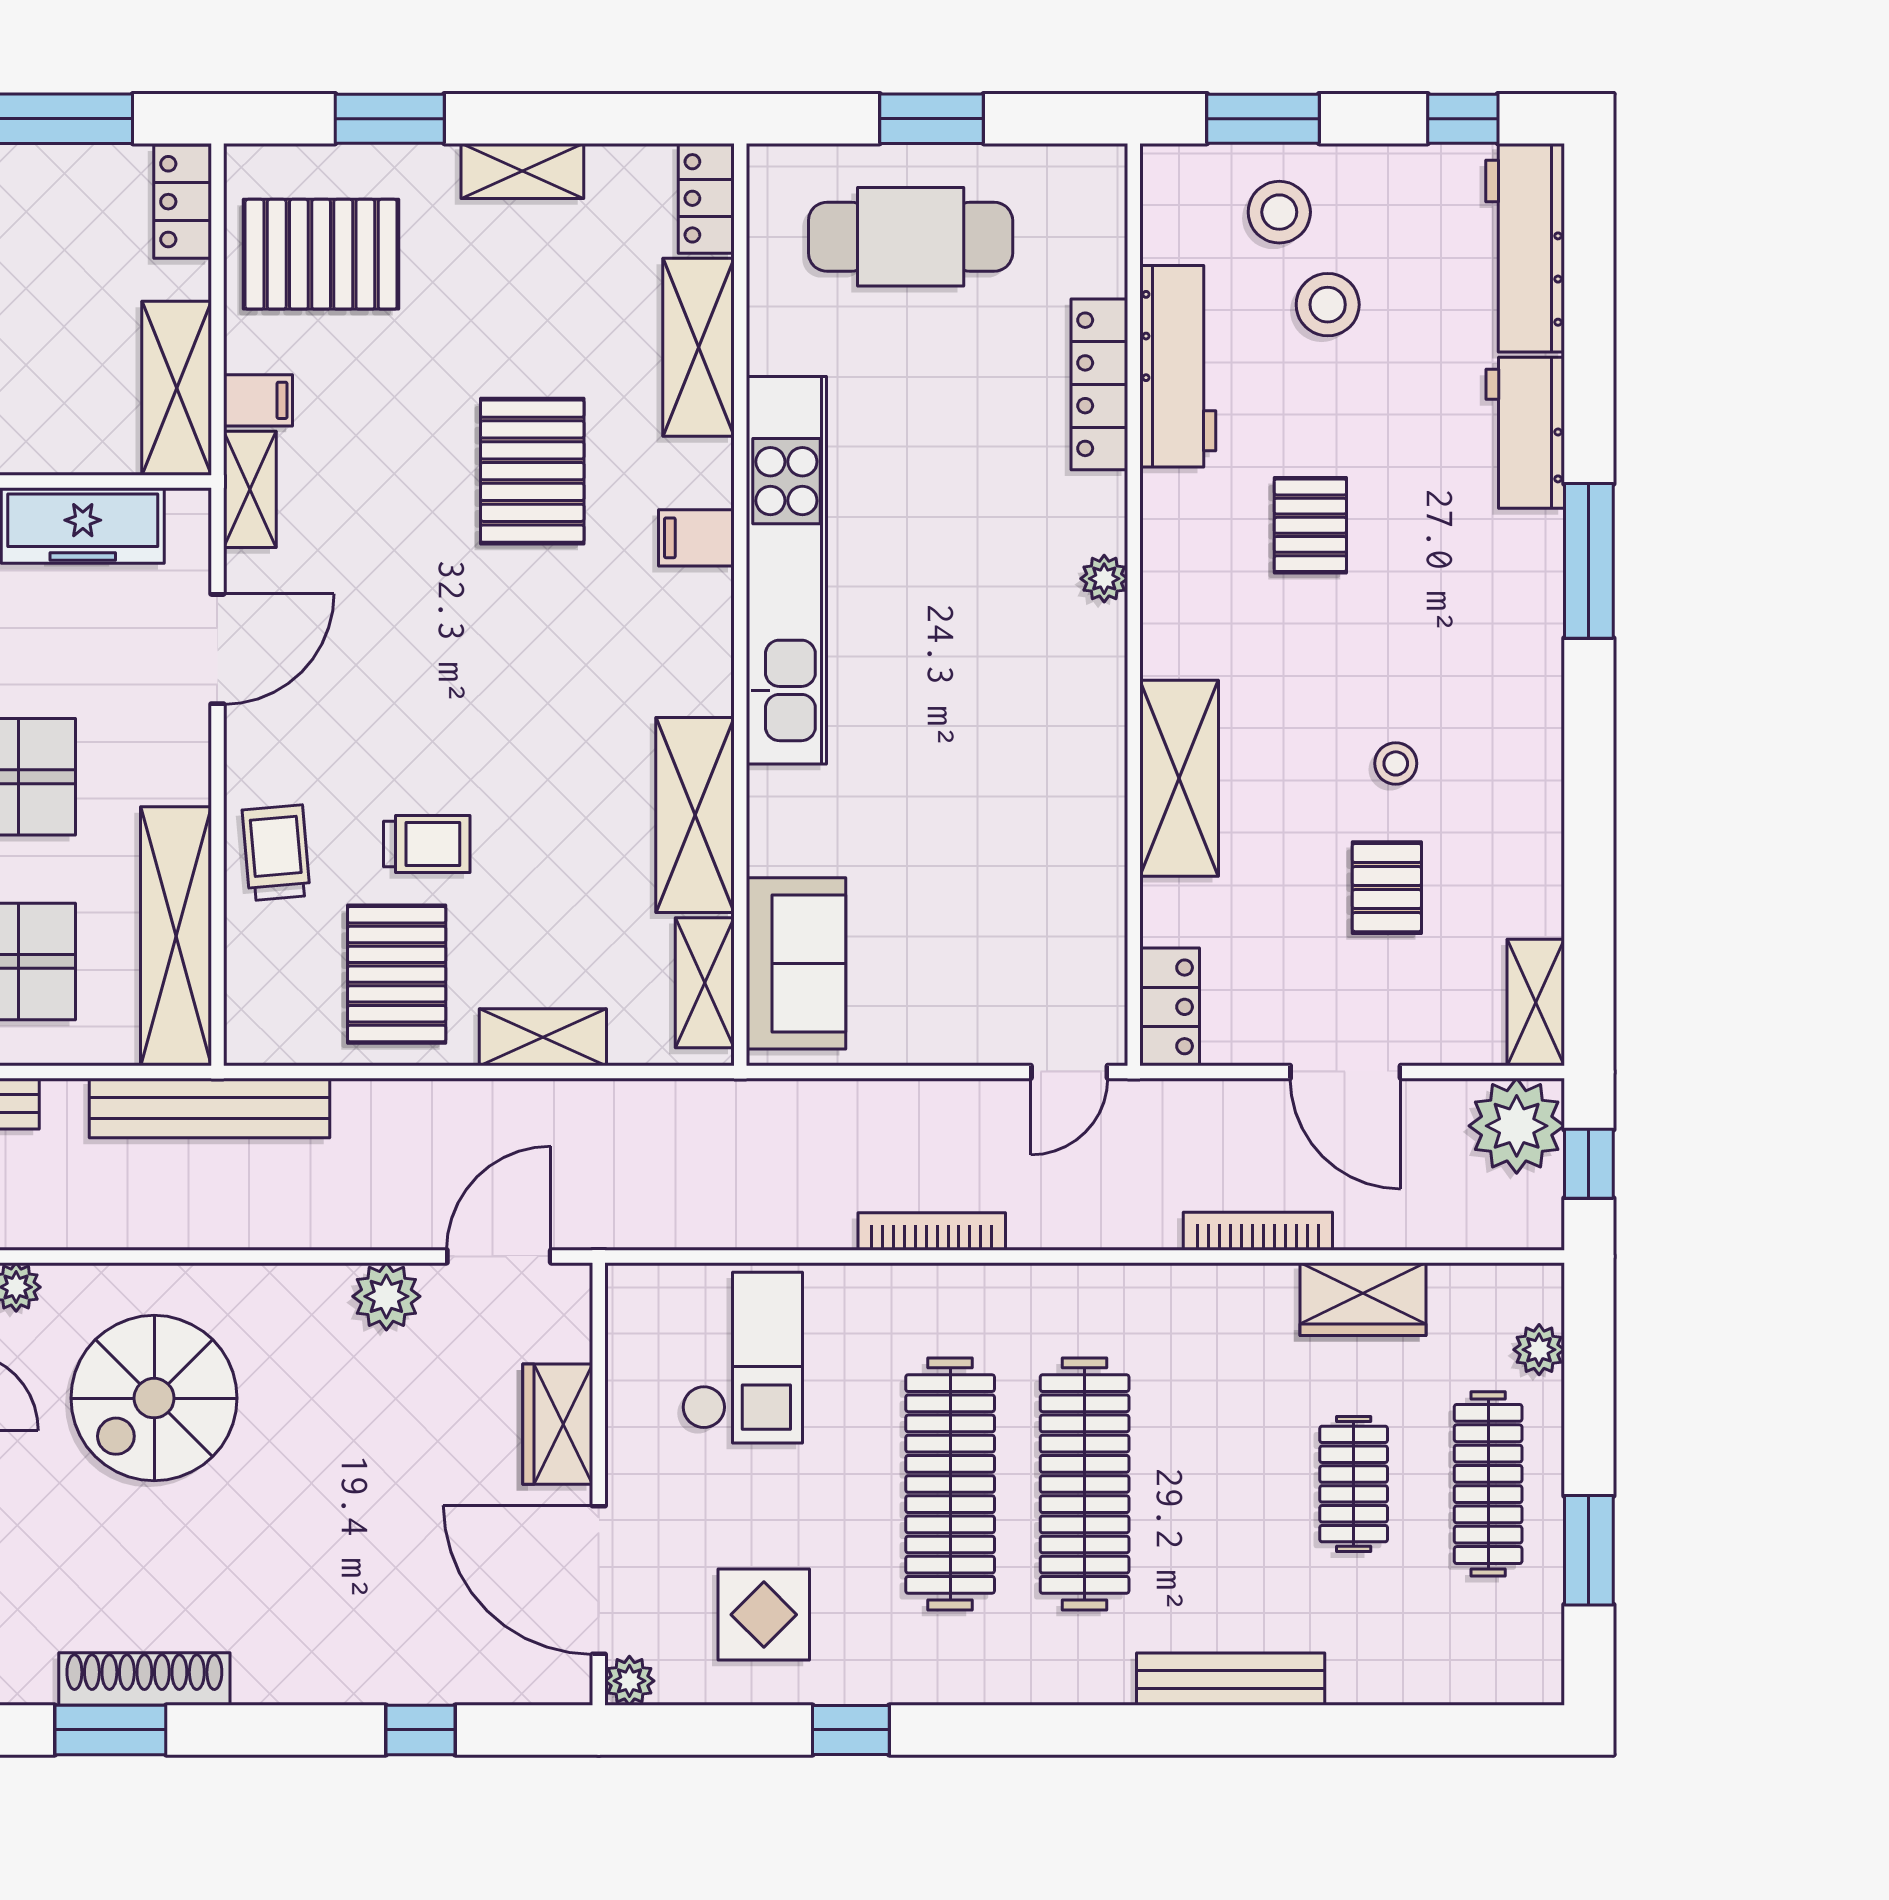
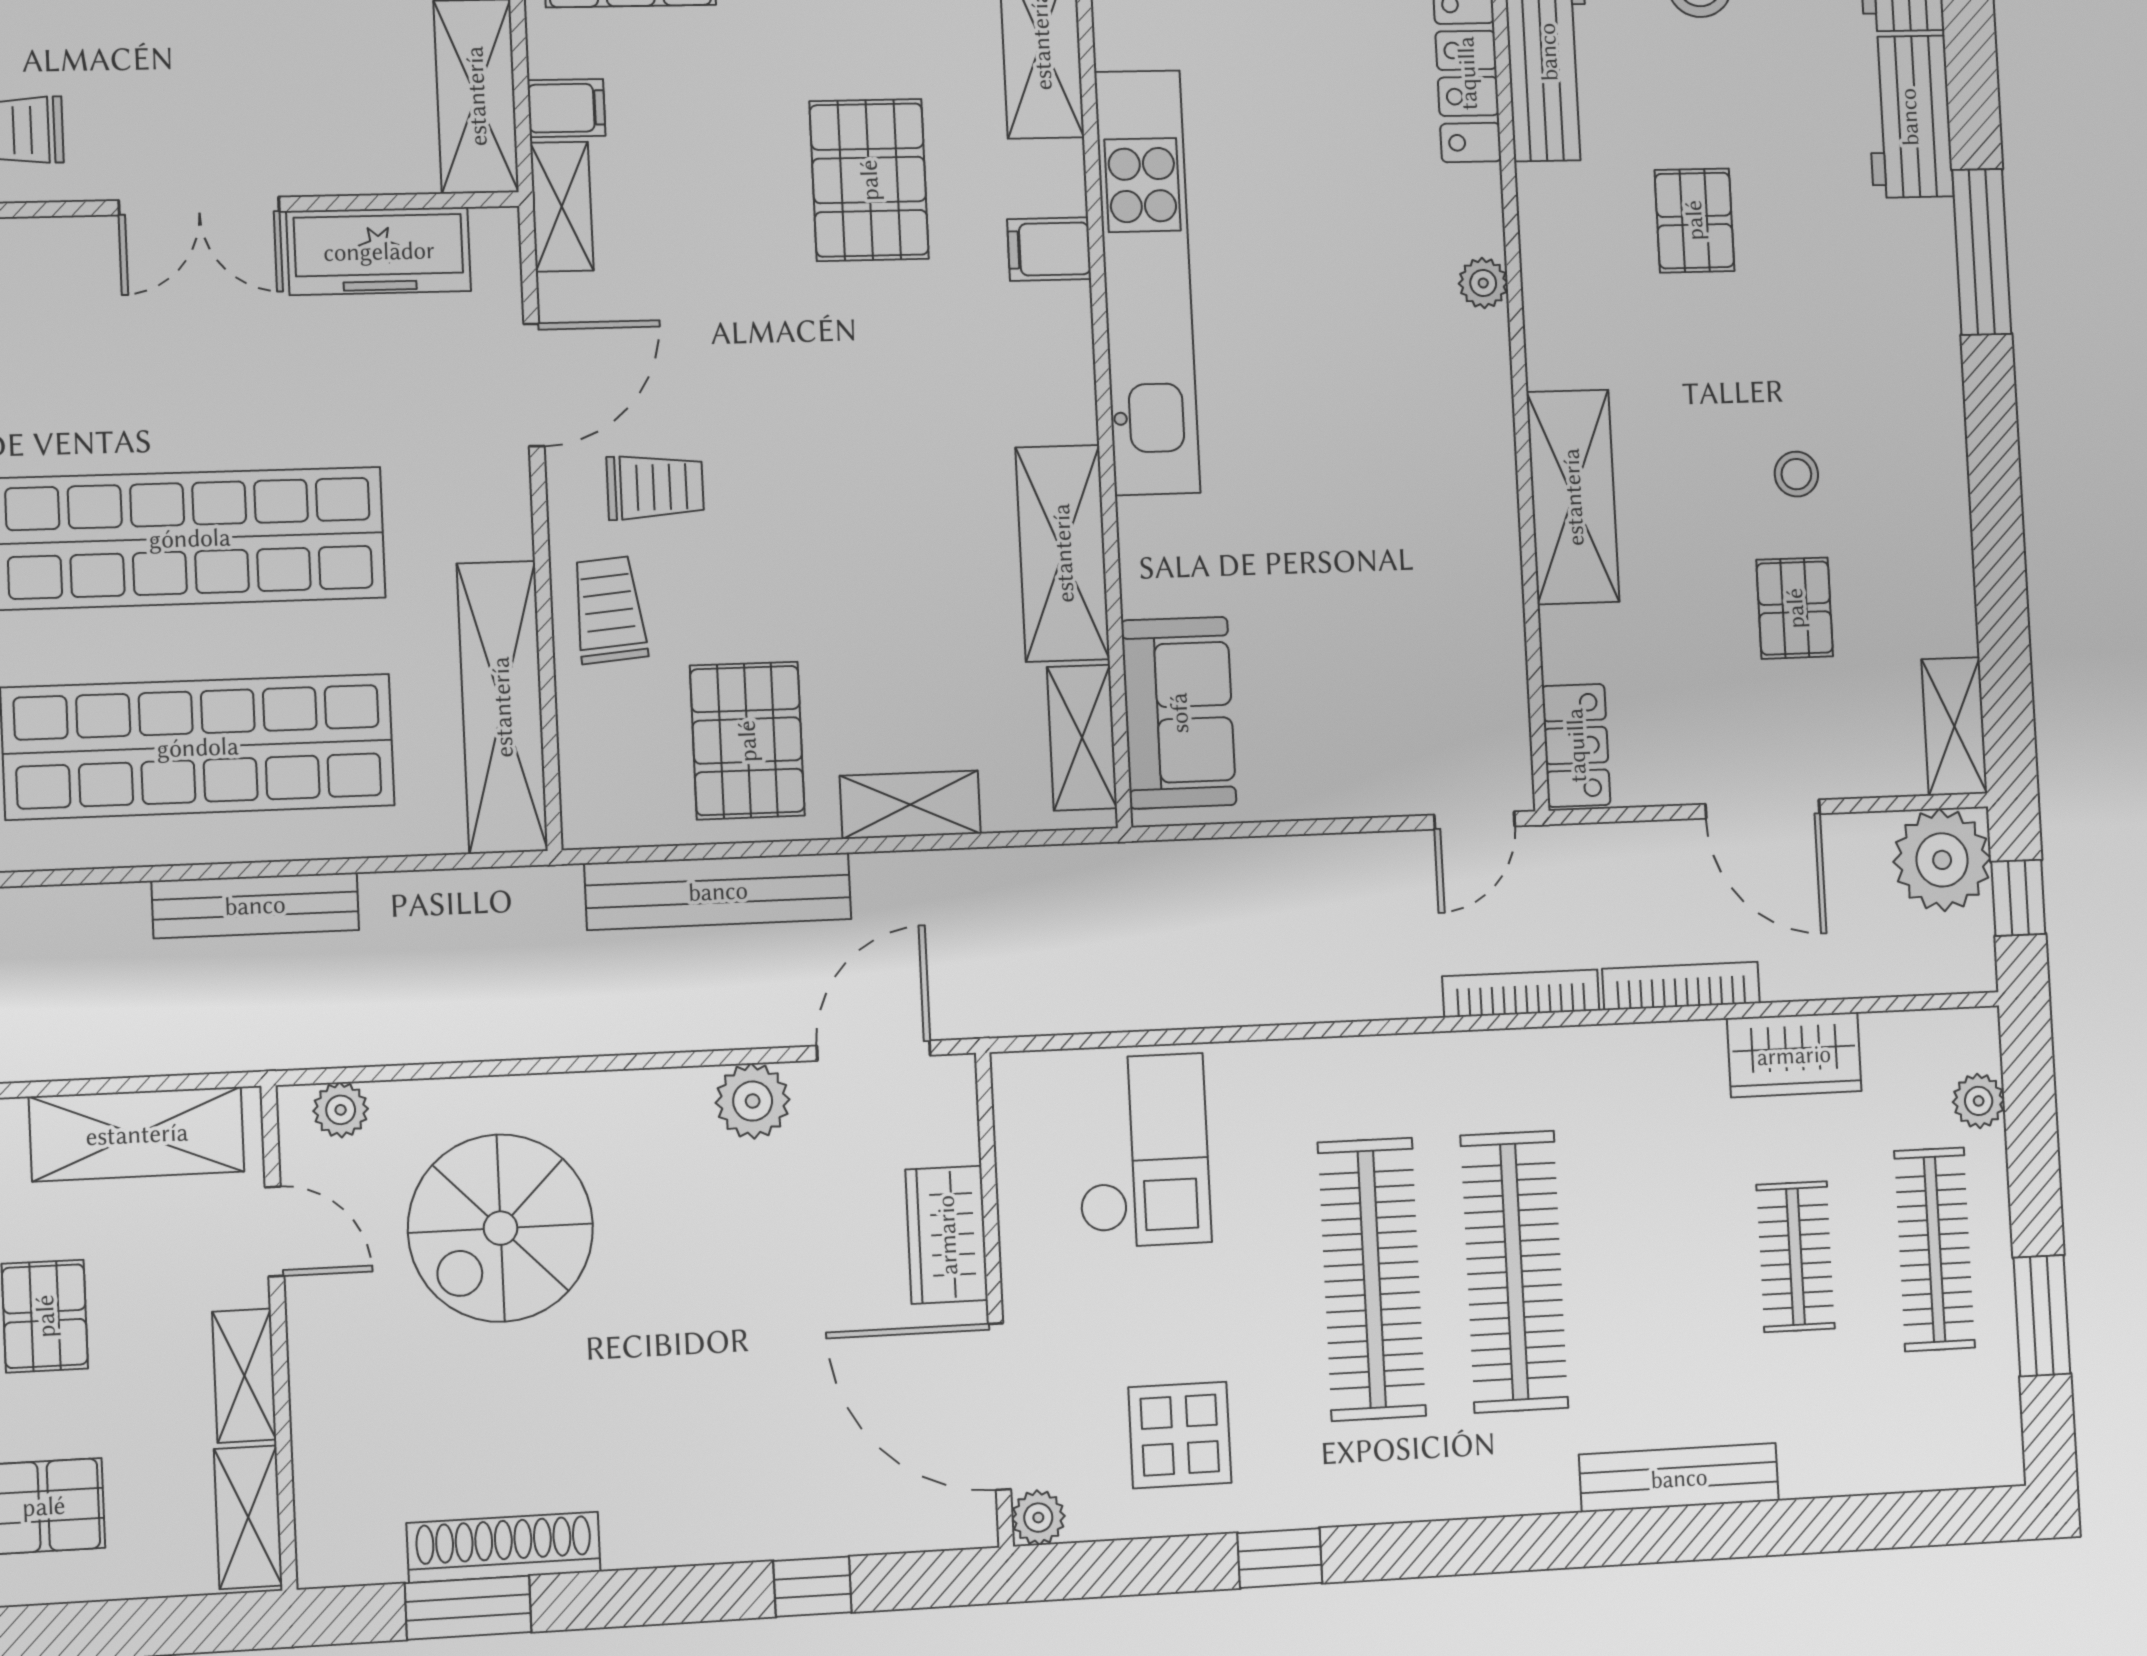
trolley: (427, 844) -> (655, 487), moved
bench: (210, 1108) -> (718, 891), moved
bookcase: (932, 1231) -> (1521, 993), moved

